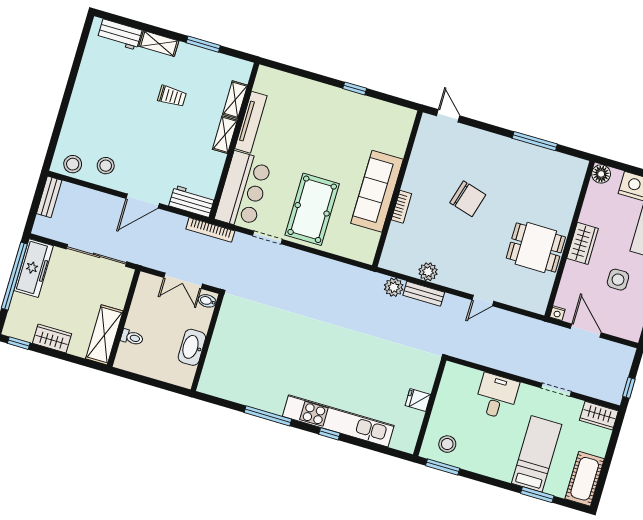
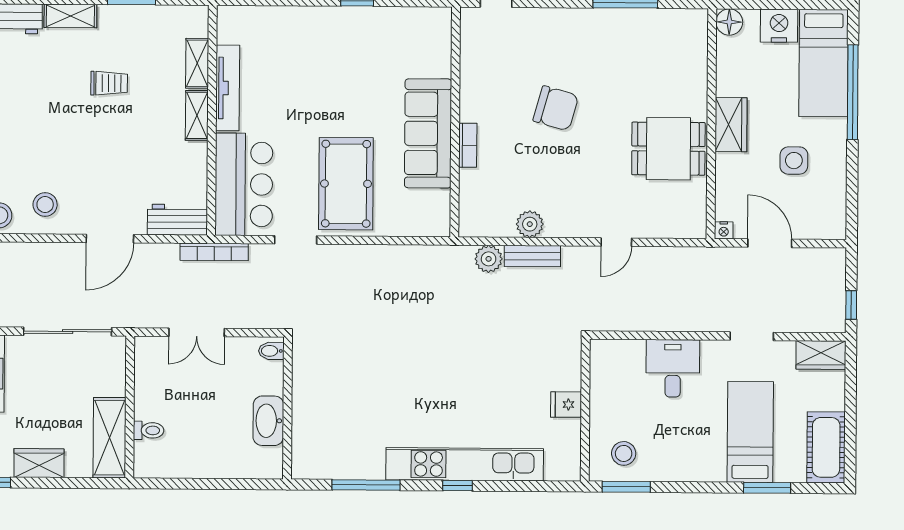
bidet: (207, 301) -> (271, 351), moved
wall: (207, 342) -> (288, 408), moved
washbasin: (192, 347) -> (268, 421), moved

